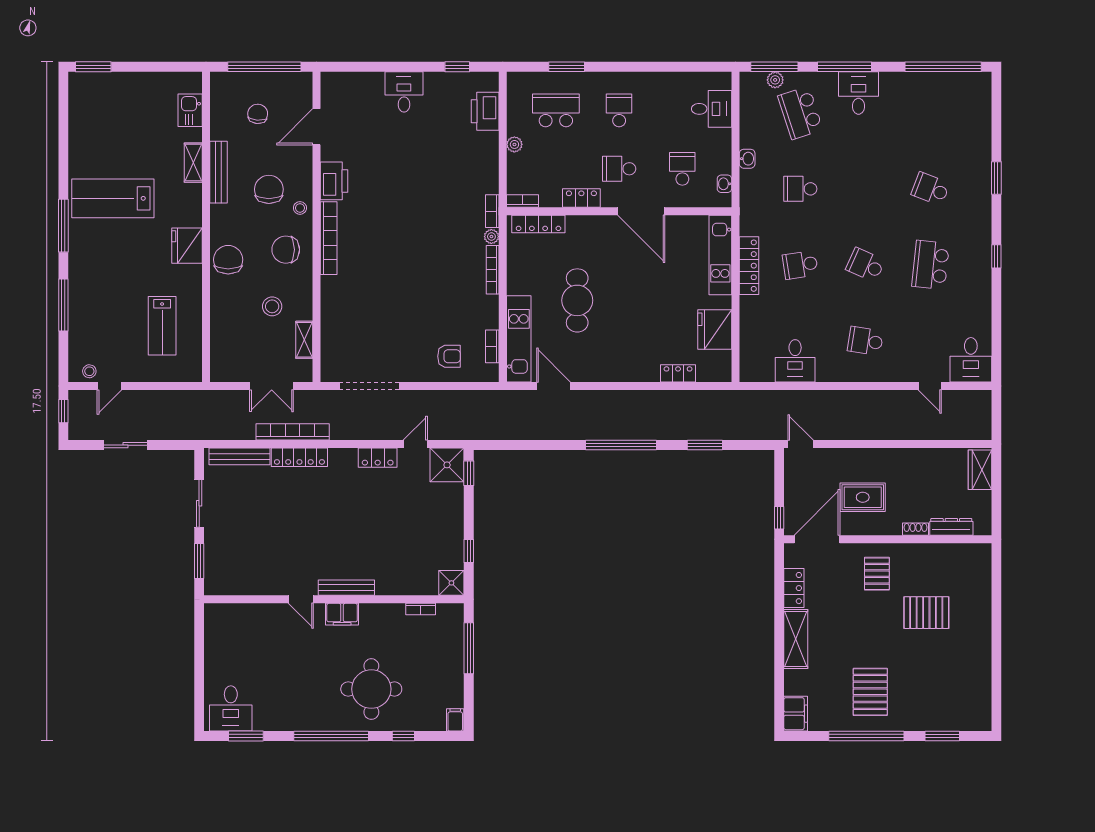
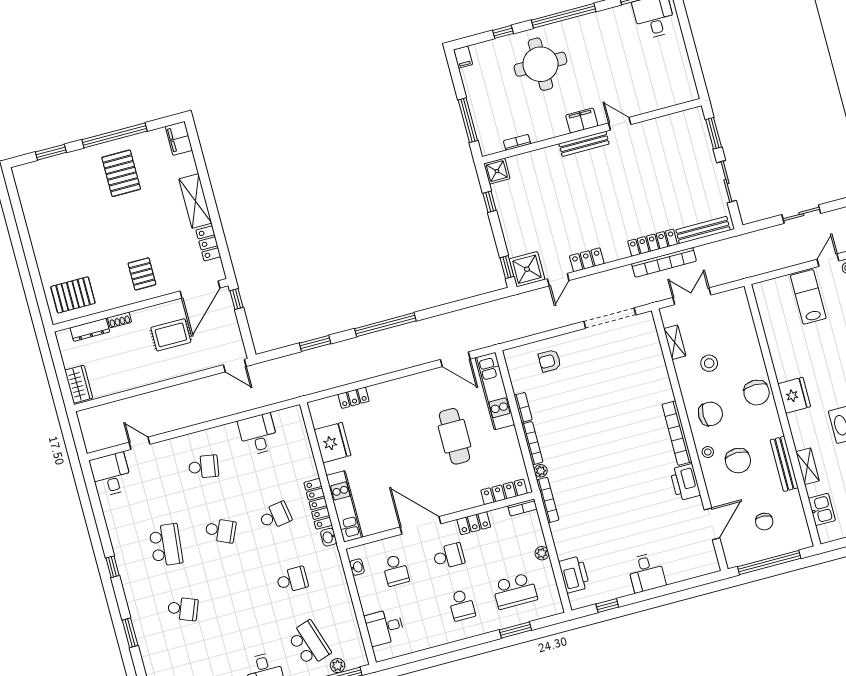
washbasin: (747, 159) -> (329, 537), moved
bookcase: (492, 211) -> (548, 500), width x1.56
lab bench: (162, 326) -> (808, 297), moved
bookcase: (492, 346) -> (523, 407), moved
pallet: (926, 613) -> (73, 295), moved

